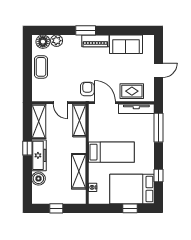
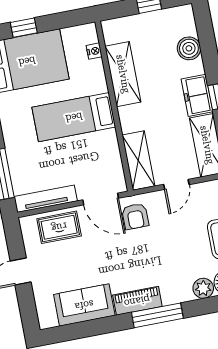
window: (86, 30) -> (157, 315), width x1.44
door: (60, 103) -> (176, 184), swing flipped
freezer: (39, 155) -> (197, 95), width x0.71

